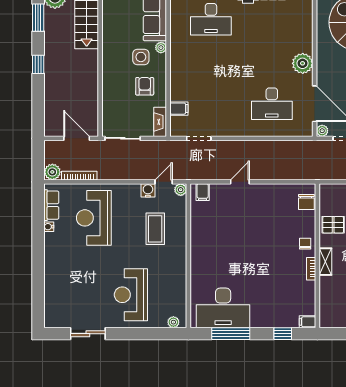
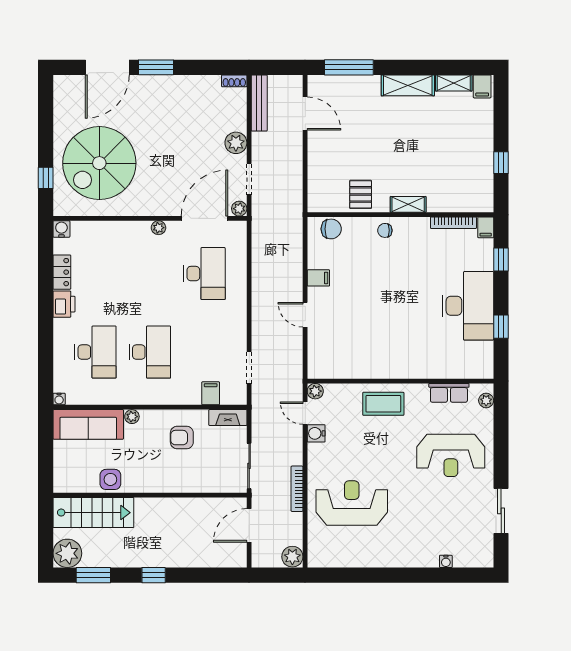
side table: (141, 57) -> (110, 479), moved
desk: (211, 62) -> (150, 352), added
plant: (303, 63) -> (158, 228), width x0.53, depth x0.53
bookcase: (79, 176) -> (297, 489), moved
filing cabinet: (203, 192) -> (318, 278), moved
row of seats: (51, 205) -> (449, 393), moved, turned 180
reception desk: (94, 218) -> (352, 503), turned 180
water cooler: (49, 227) -> (446, 561), moved
coffee table: (155, 229) -> (383, 404), moved
bookcase: (311, 269) -> (453, 223), moved, width x1.56
desk: (223, 308) -> (468, 306), moved
window: (231, 334) -> (501, 327), width x0.46

